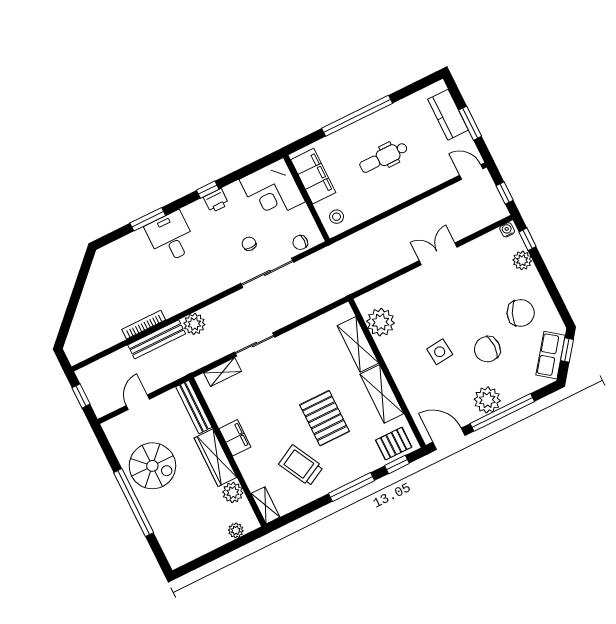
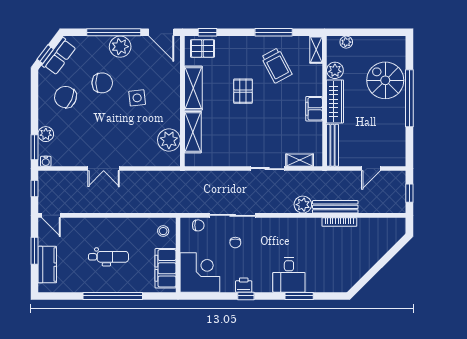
window: (528, 239) -> (34, 147), width x1.50
pallet: (325, 418) -> (243, 91), width x0.67, depth x0.71
spiral stairs: (152, 466) -> (385, 80), moved
window: (352, 487) -> (274, 32), moved

